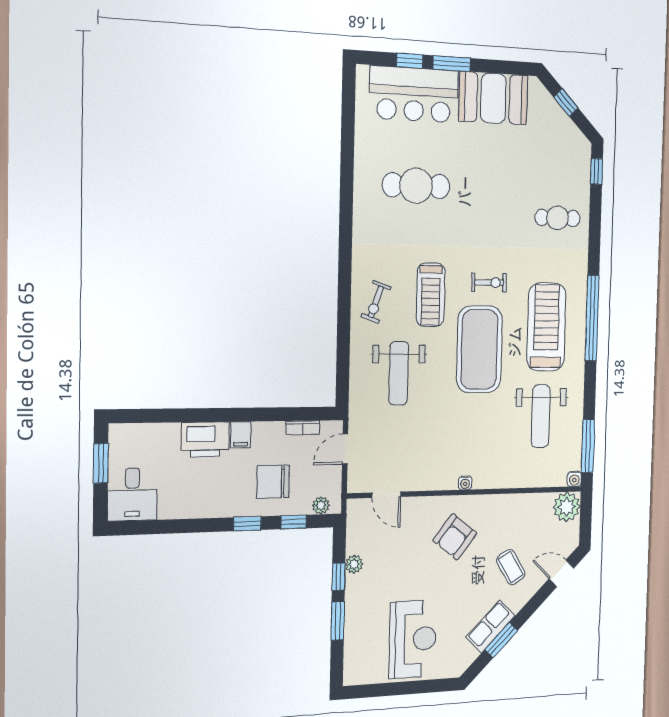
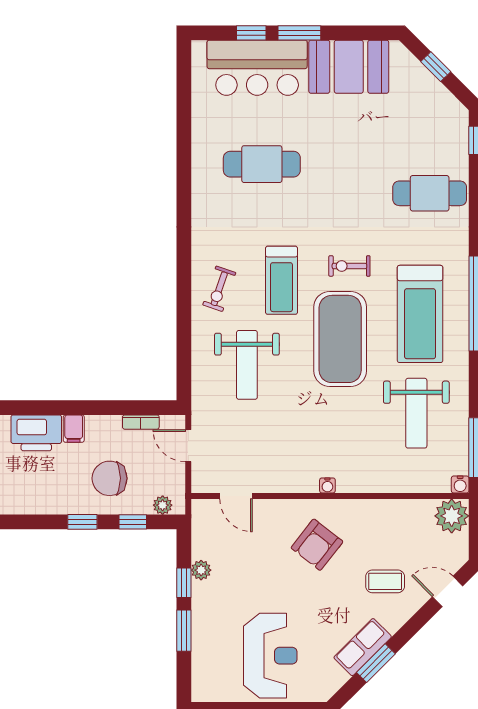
cafe table: (558, 218) -> (430, 193), width x1.37, depth x1.35
exercise bike: (489, 283) -> (349, 266), turned 180
treadmill: (546, 327) -> (420, 314), turned 180
door: (345, 449) -> (188, 446), hinge flipped
coffee table: (511, 567) -> (385, 581), turned -59

